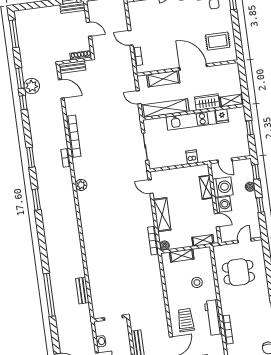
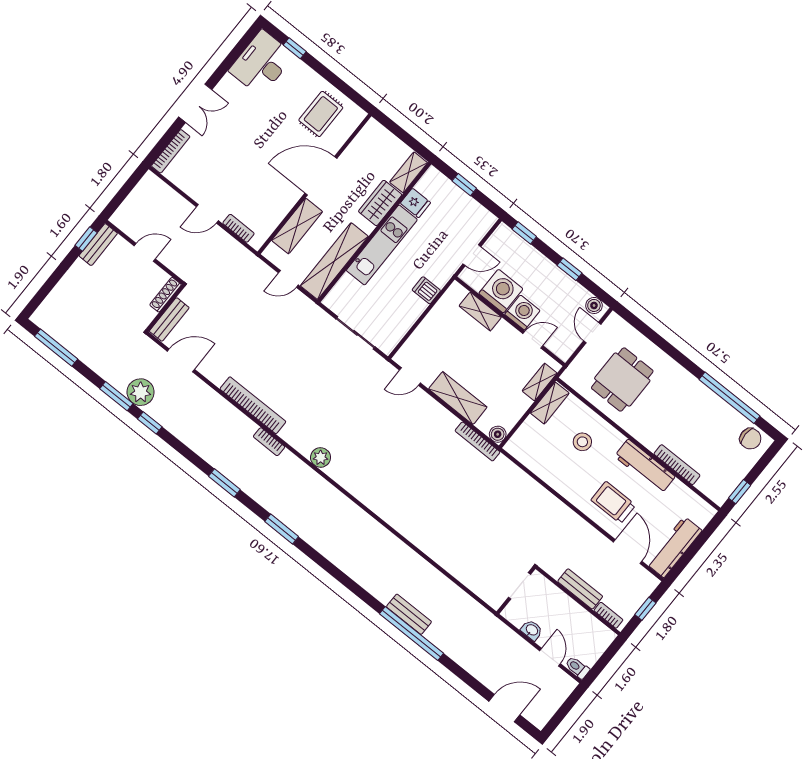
boiler: (250, 187) -> (594, 305), moved
shelving: (182, 256) -> (550, 403), moved
bench: (82, 290) -> (409, 614), moved

